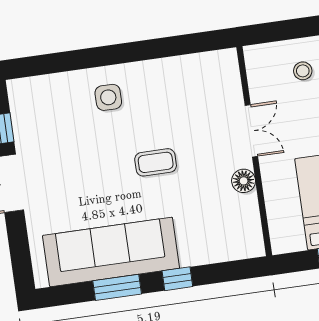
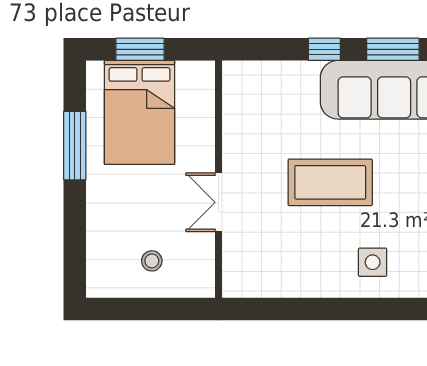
coffee table: (156, 162) -> (330, 182), width x1.86, depth x1.72
floor lamp: (244, 181) -> (235, 148), removed

